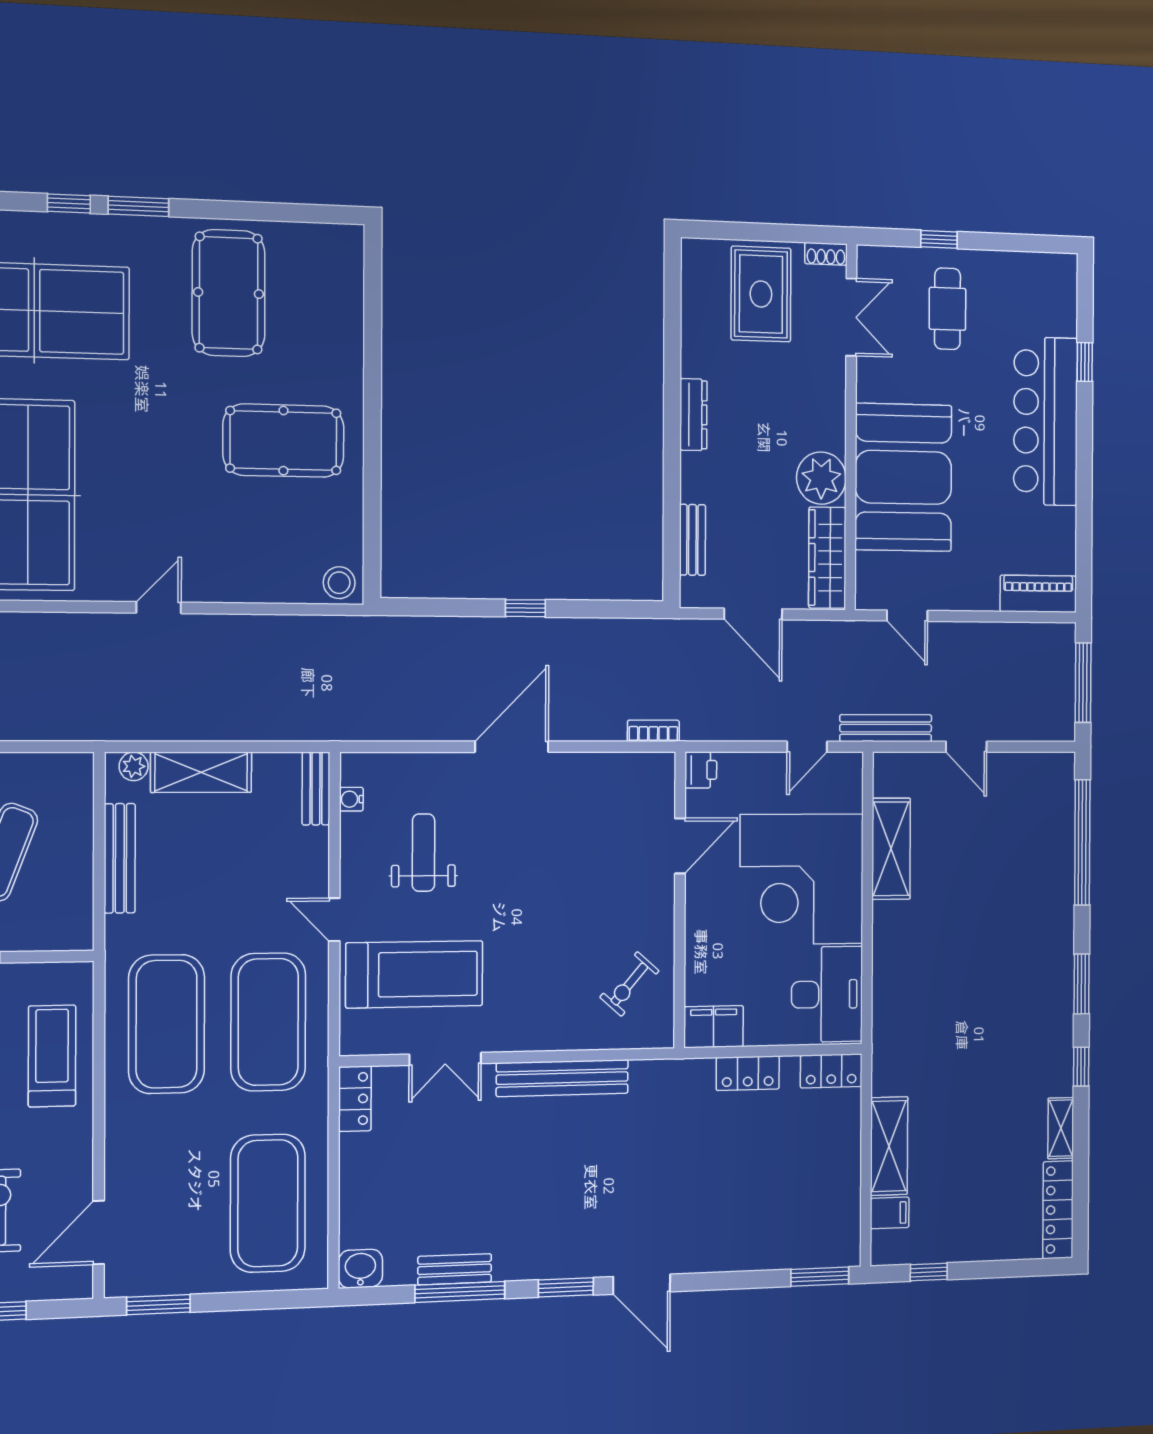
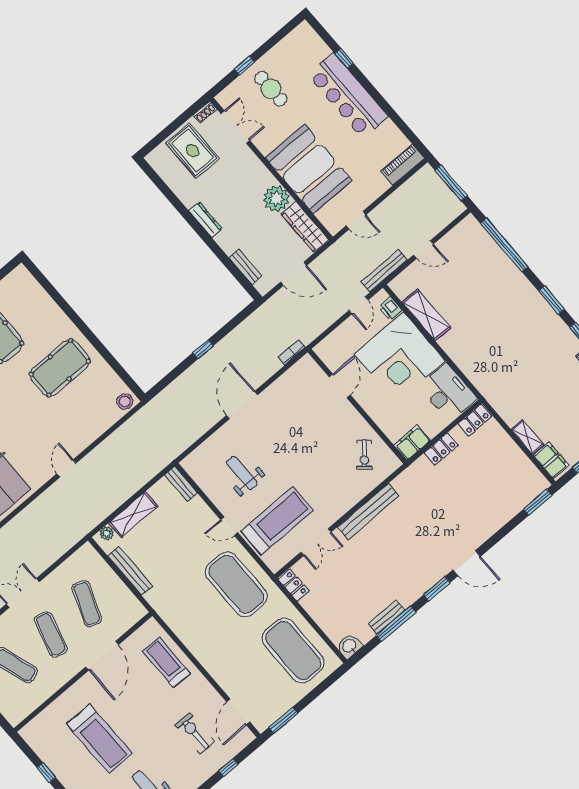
printer: (701, 770) -> (390, 309), moved, turned 180
water cooler: (351, 799) -> (198, 477), removed
exercise mat: (166, 1024) -> (199, 616), removed
shelving: (889, 1146) -> (527, 437), width x0.67, depth x0.75
filing cabinet: (890, 1213) -> (551, 460), width x2.00

